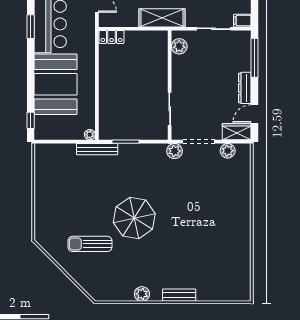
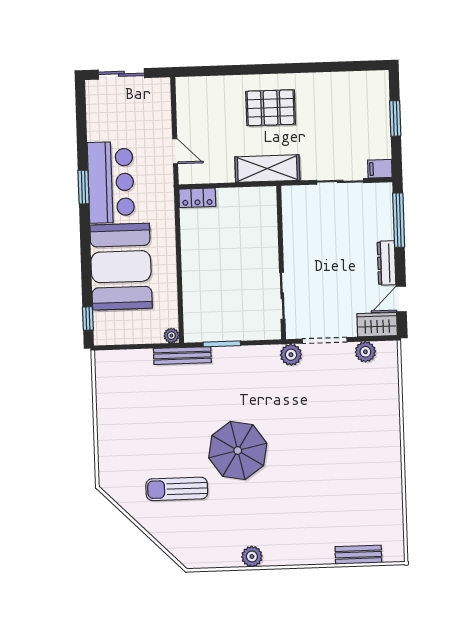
plant: (179, 46) -> (293, 208), removed
bench: (179, 295) -> (358, 555), moved

